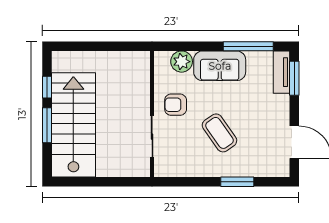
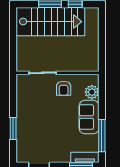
armchair: (176, 105) -> (64, 88), turned 180
coffee table: (219, 133) -> (45, 117), removed

